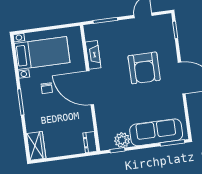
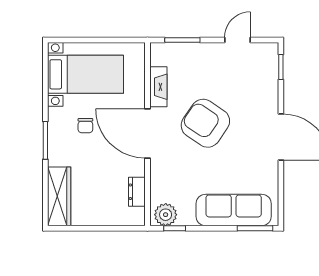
armchair: (144, 68) -> (205, 123), moved, turned 124
plant: (122, 140) -> (166, 215), moved
dresser: (90, 142) -> (137, 192), moved
wardrobe: (36, 146) -> (59, 196), width x1.50

